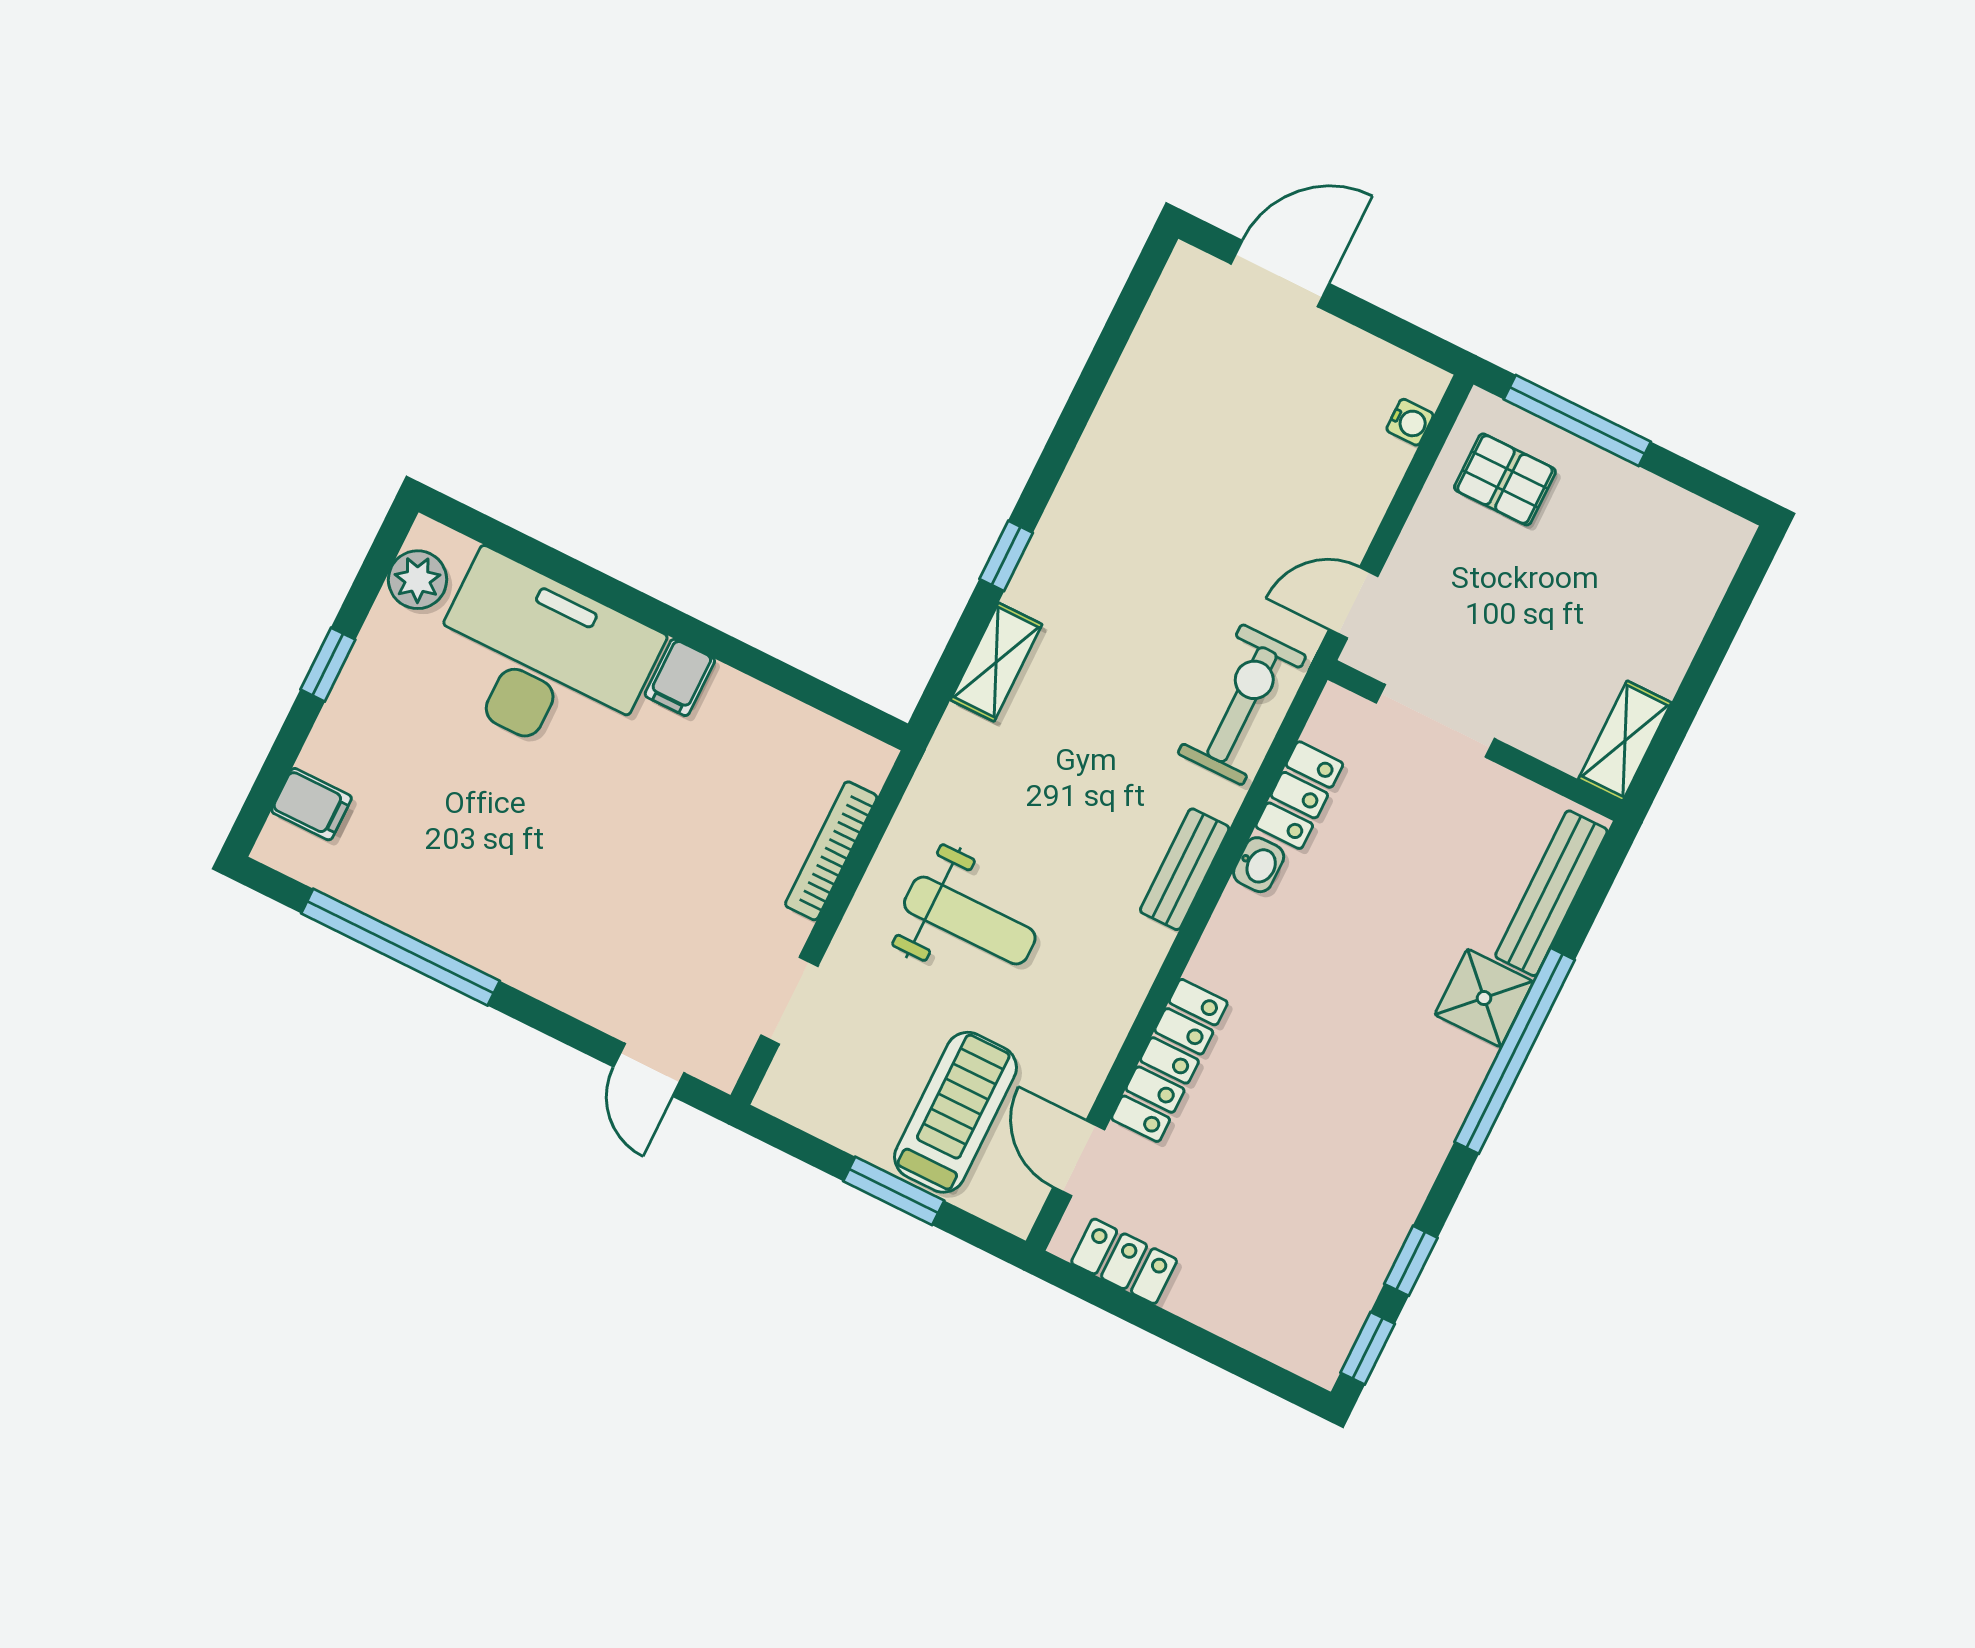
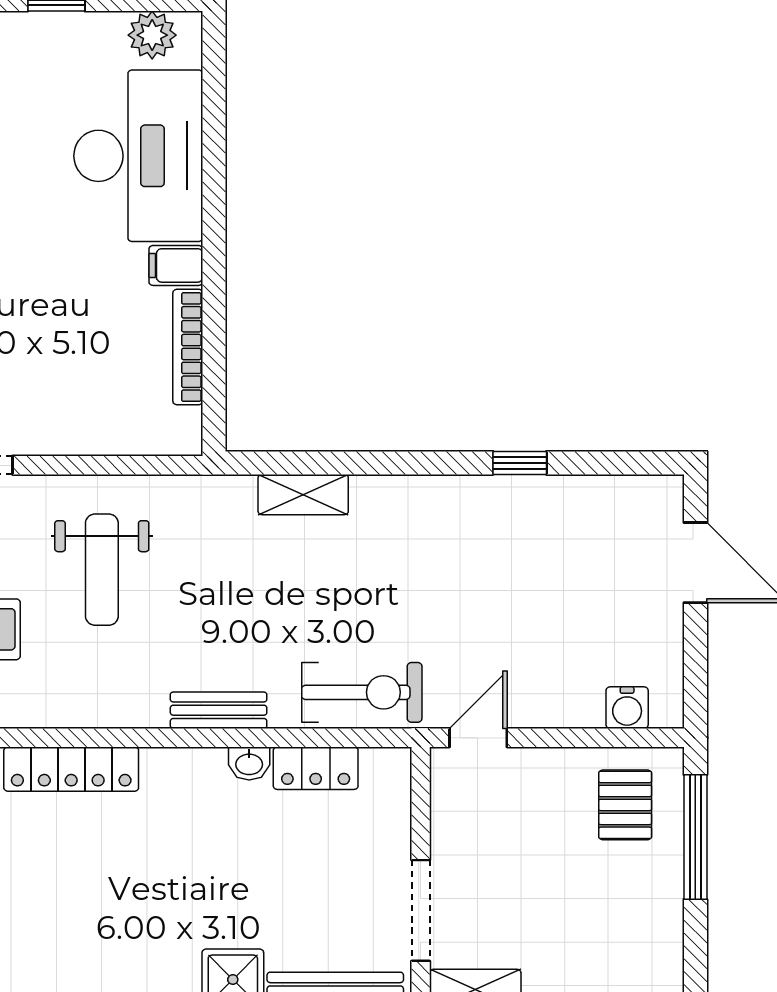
water cooler: (1410, 422) -> (627, 708), width x1.38, depth x1.38
window: (1006, 556) -> (520, 463), moved
door: (1353, 603) -> (478, 738), hinge flipped
doorway: (1435, 721) -> (421, 910), moved
bookcase: (831, 851) -> (188, 347), moved, turned -90

